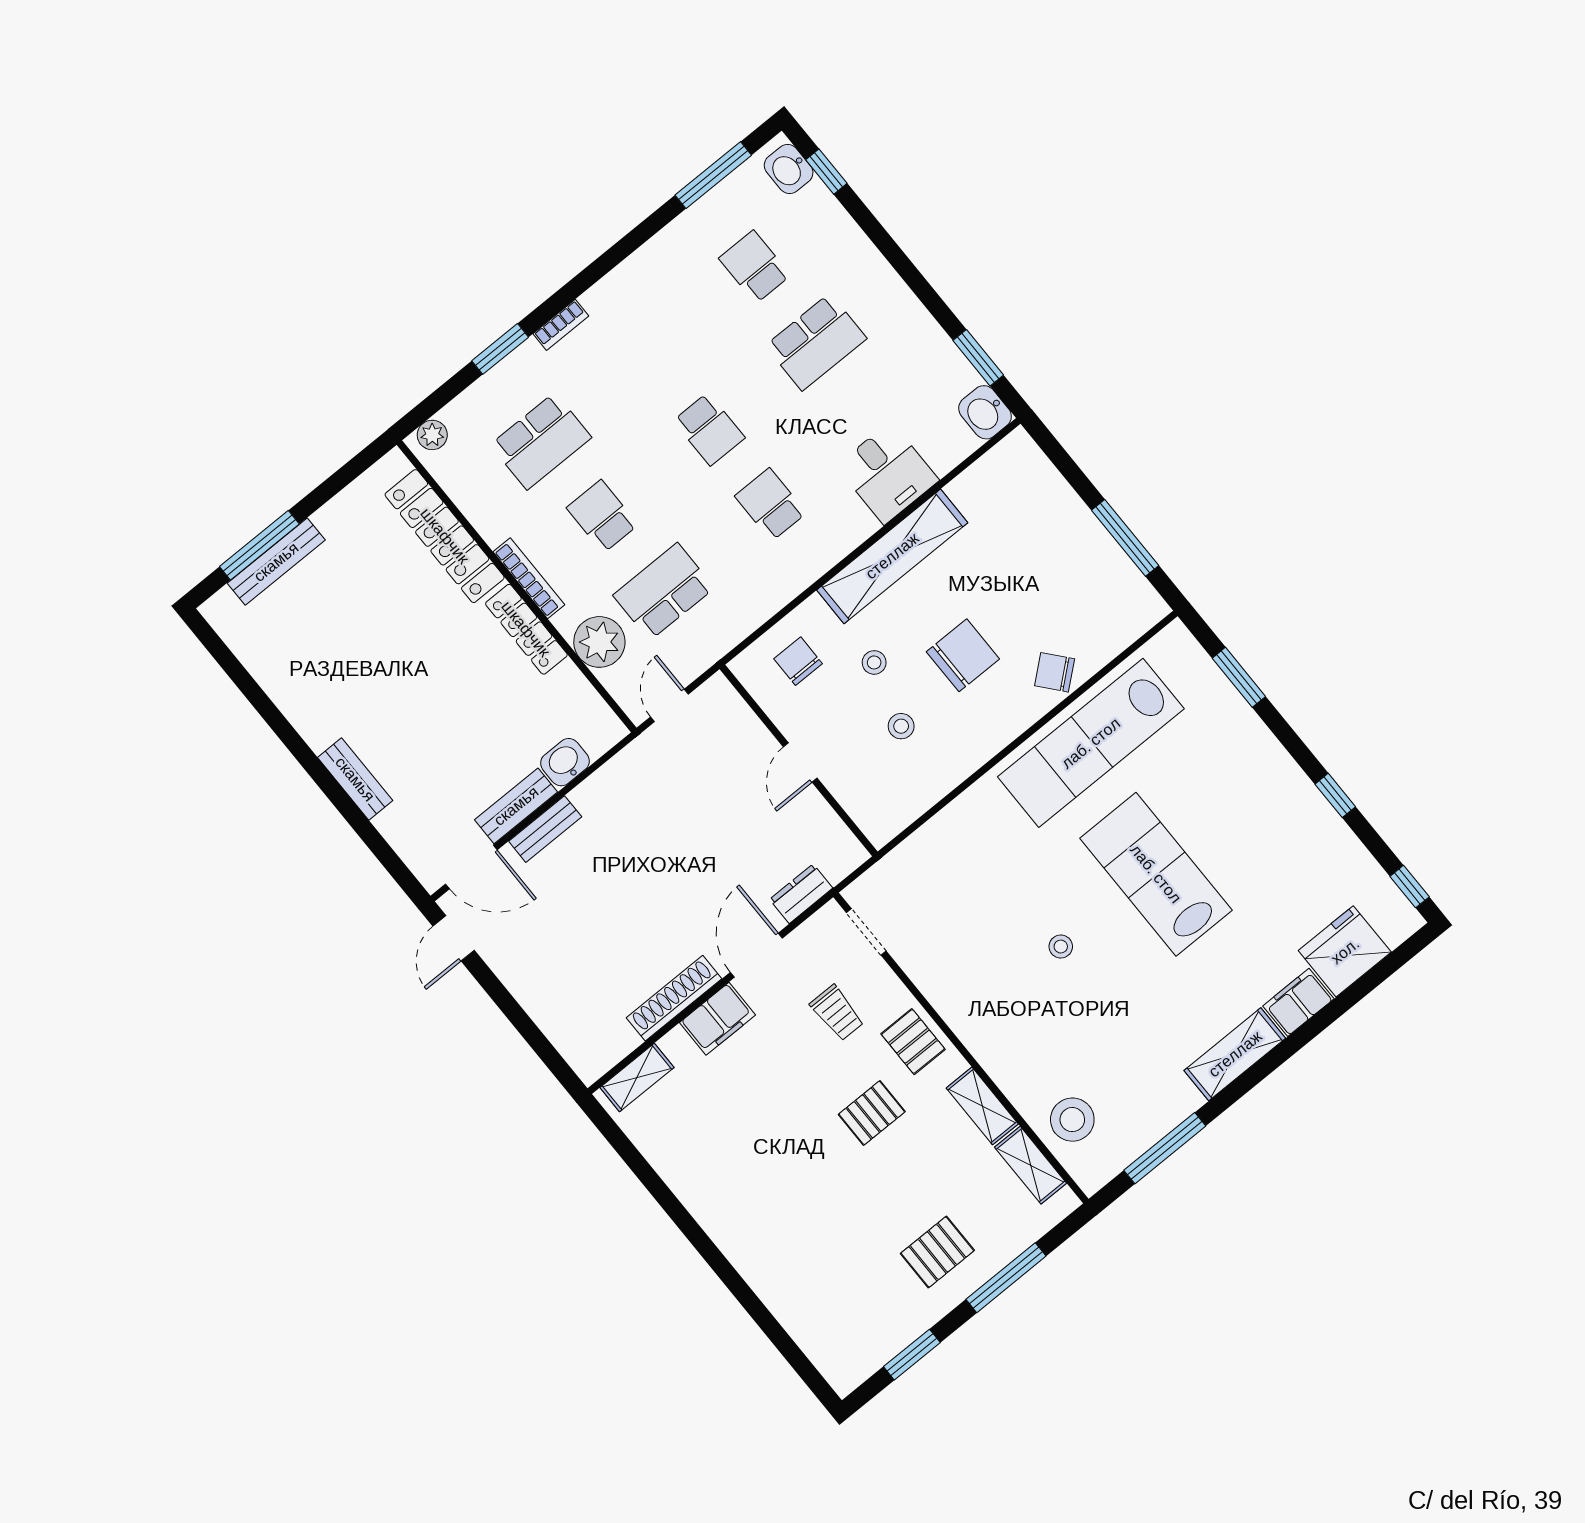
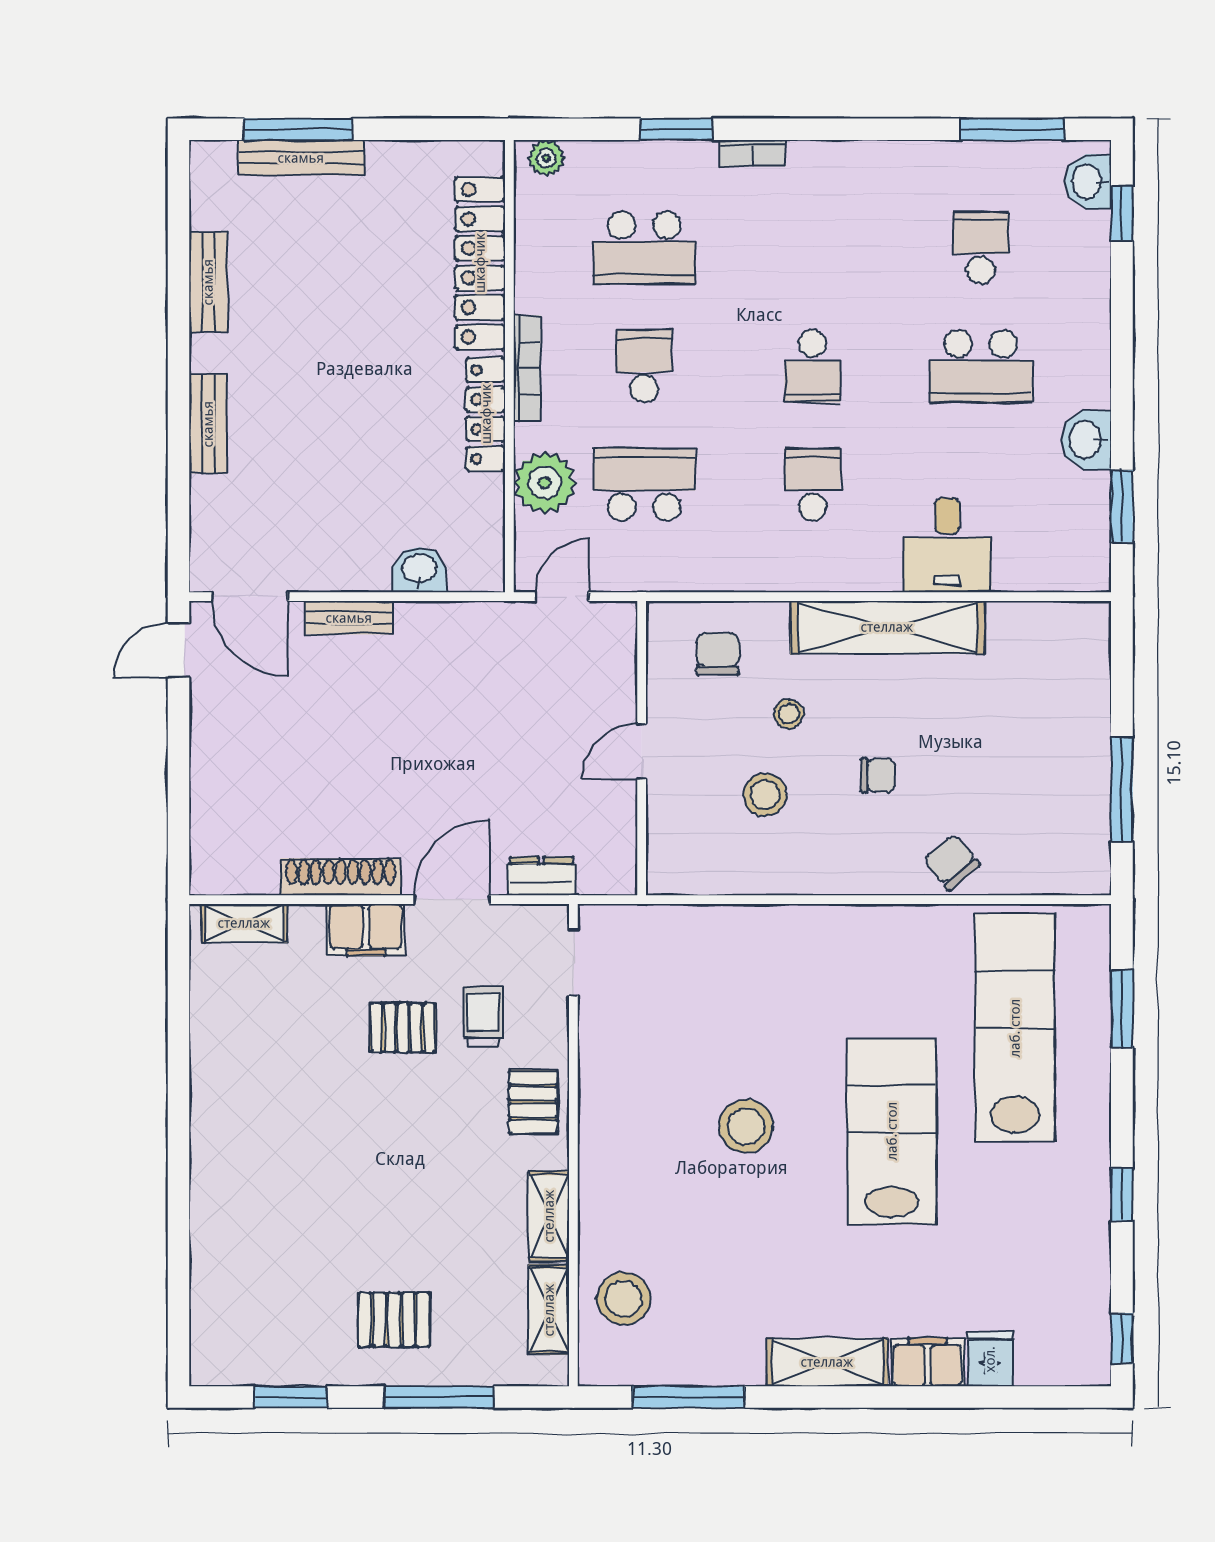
washbasin: (985, 412) -> (1086, 440), moved
chair: (963, 655) -> (878, 775), width x0.54, depth x0.54
stool: (901, 726) -> (765, 795), width x1.37, depth x1.37
lab bench: (1091, 743) -> (1015, 1028), moved, turned 90
bench: (516, 806) -> (208, 282), moved, turned 90
stool: (1061, 947) -> (746, 1126), width x1.89, depth x1.89
fridge: (1345, 951) -> (990, 1359), width x0.53, depth x0.75
trolley: (837, 1013) -> (483, 1016), turned 180
pallet: (872, 1113) -> (403, 1028), moved

